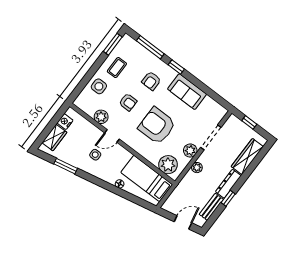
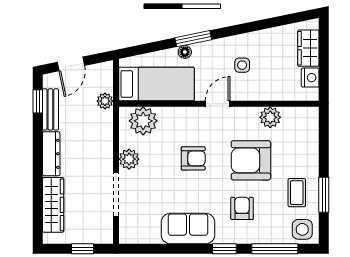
window: (113, 44) -> (324, 195), moved
side table: (99, 86) -> (302, 229), moved
armchair: (128, 102) -> (251, 160), width x1.88, depth x1.88
armchair: (157, 126) -> (193, 158), width x0.53, depth x0.53
door: (112, 136) -> (218, 104), moved
window: (66, 166) -> (193, 39), moved
plant: (197, 168) -> (105, 101), moved
window: (228, 198) -> (38, 101), moved

